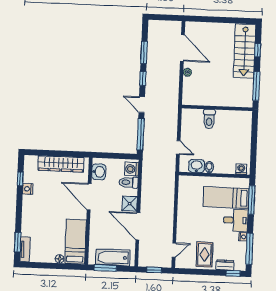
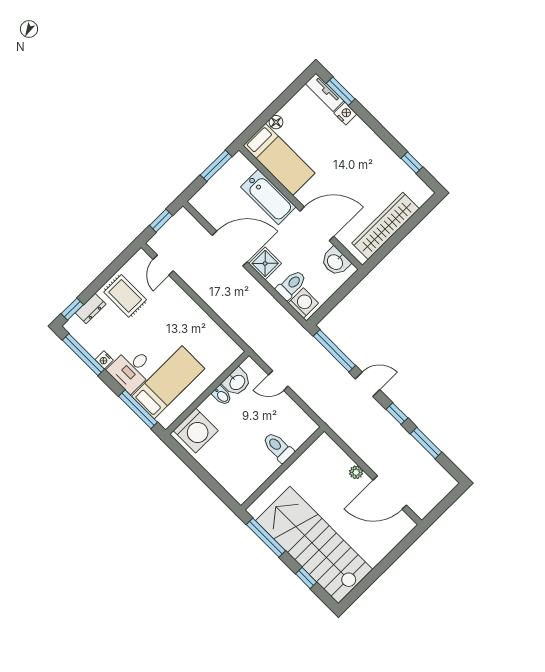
stairs: (245, 51) -> (314, 545), width x1.36, depth x1.51
washing machine: (241, 169) -> (196, 431), width x1.89, depth x1.89
nightstand: (28, 189) -> (345, 114), moved
bathtub: (113, 257) -> (268, 197), moved, turned 90

